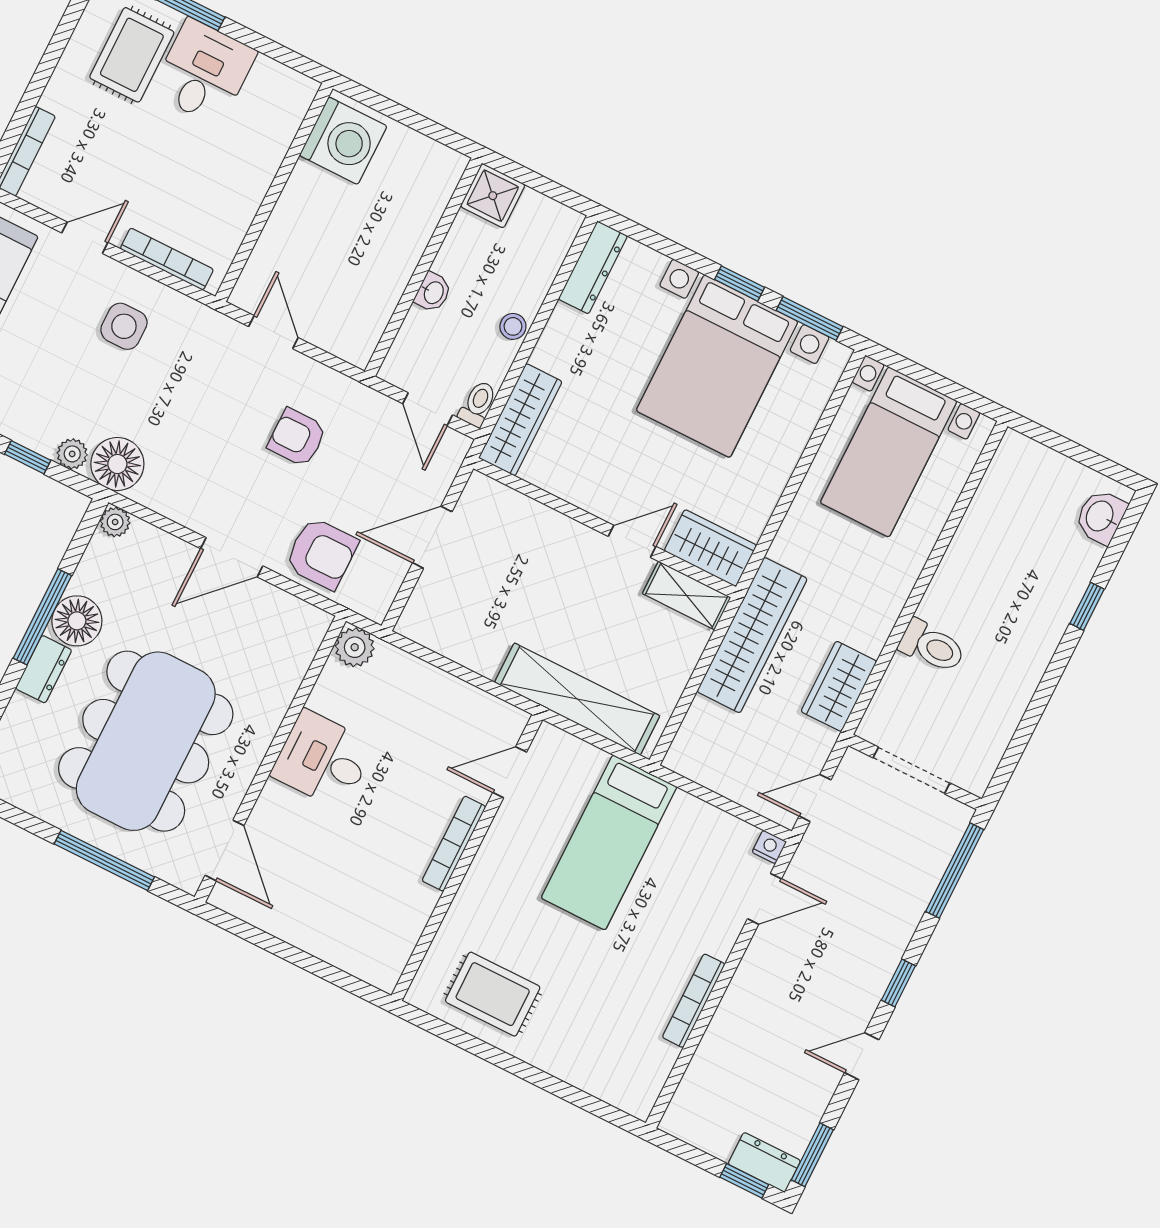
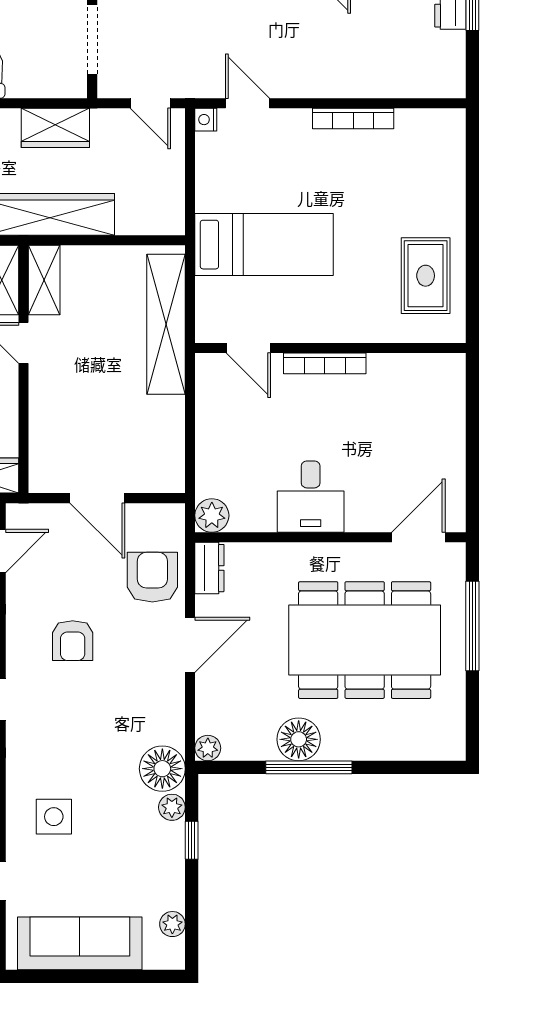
door: (232, 557) -> (190, 645), hinge flipped
dresser: (44, 669) -> (209, 568), moved, turned 90

